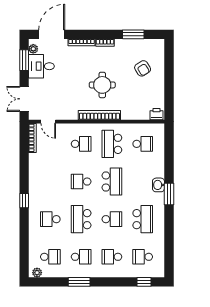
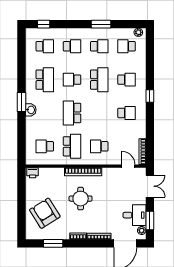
armchair: (143, 68) -> (45, 213), width x1.88, depth x1.88
school desk: (81, 182) -> (127, 113), moved
school desk: (143, 219) -> (45, 80), turned 180
school desk: (81, 257) -> (99, 46), turned 180

